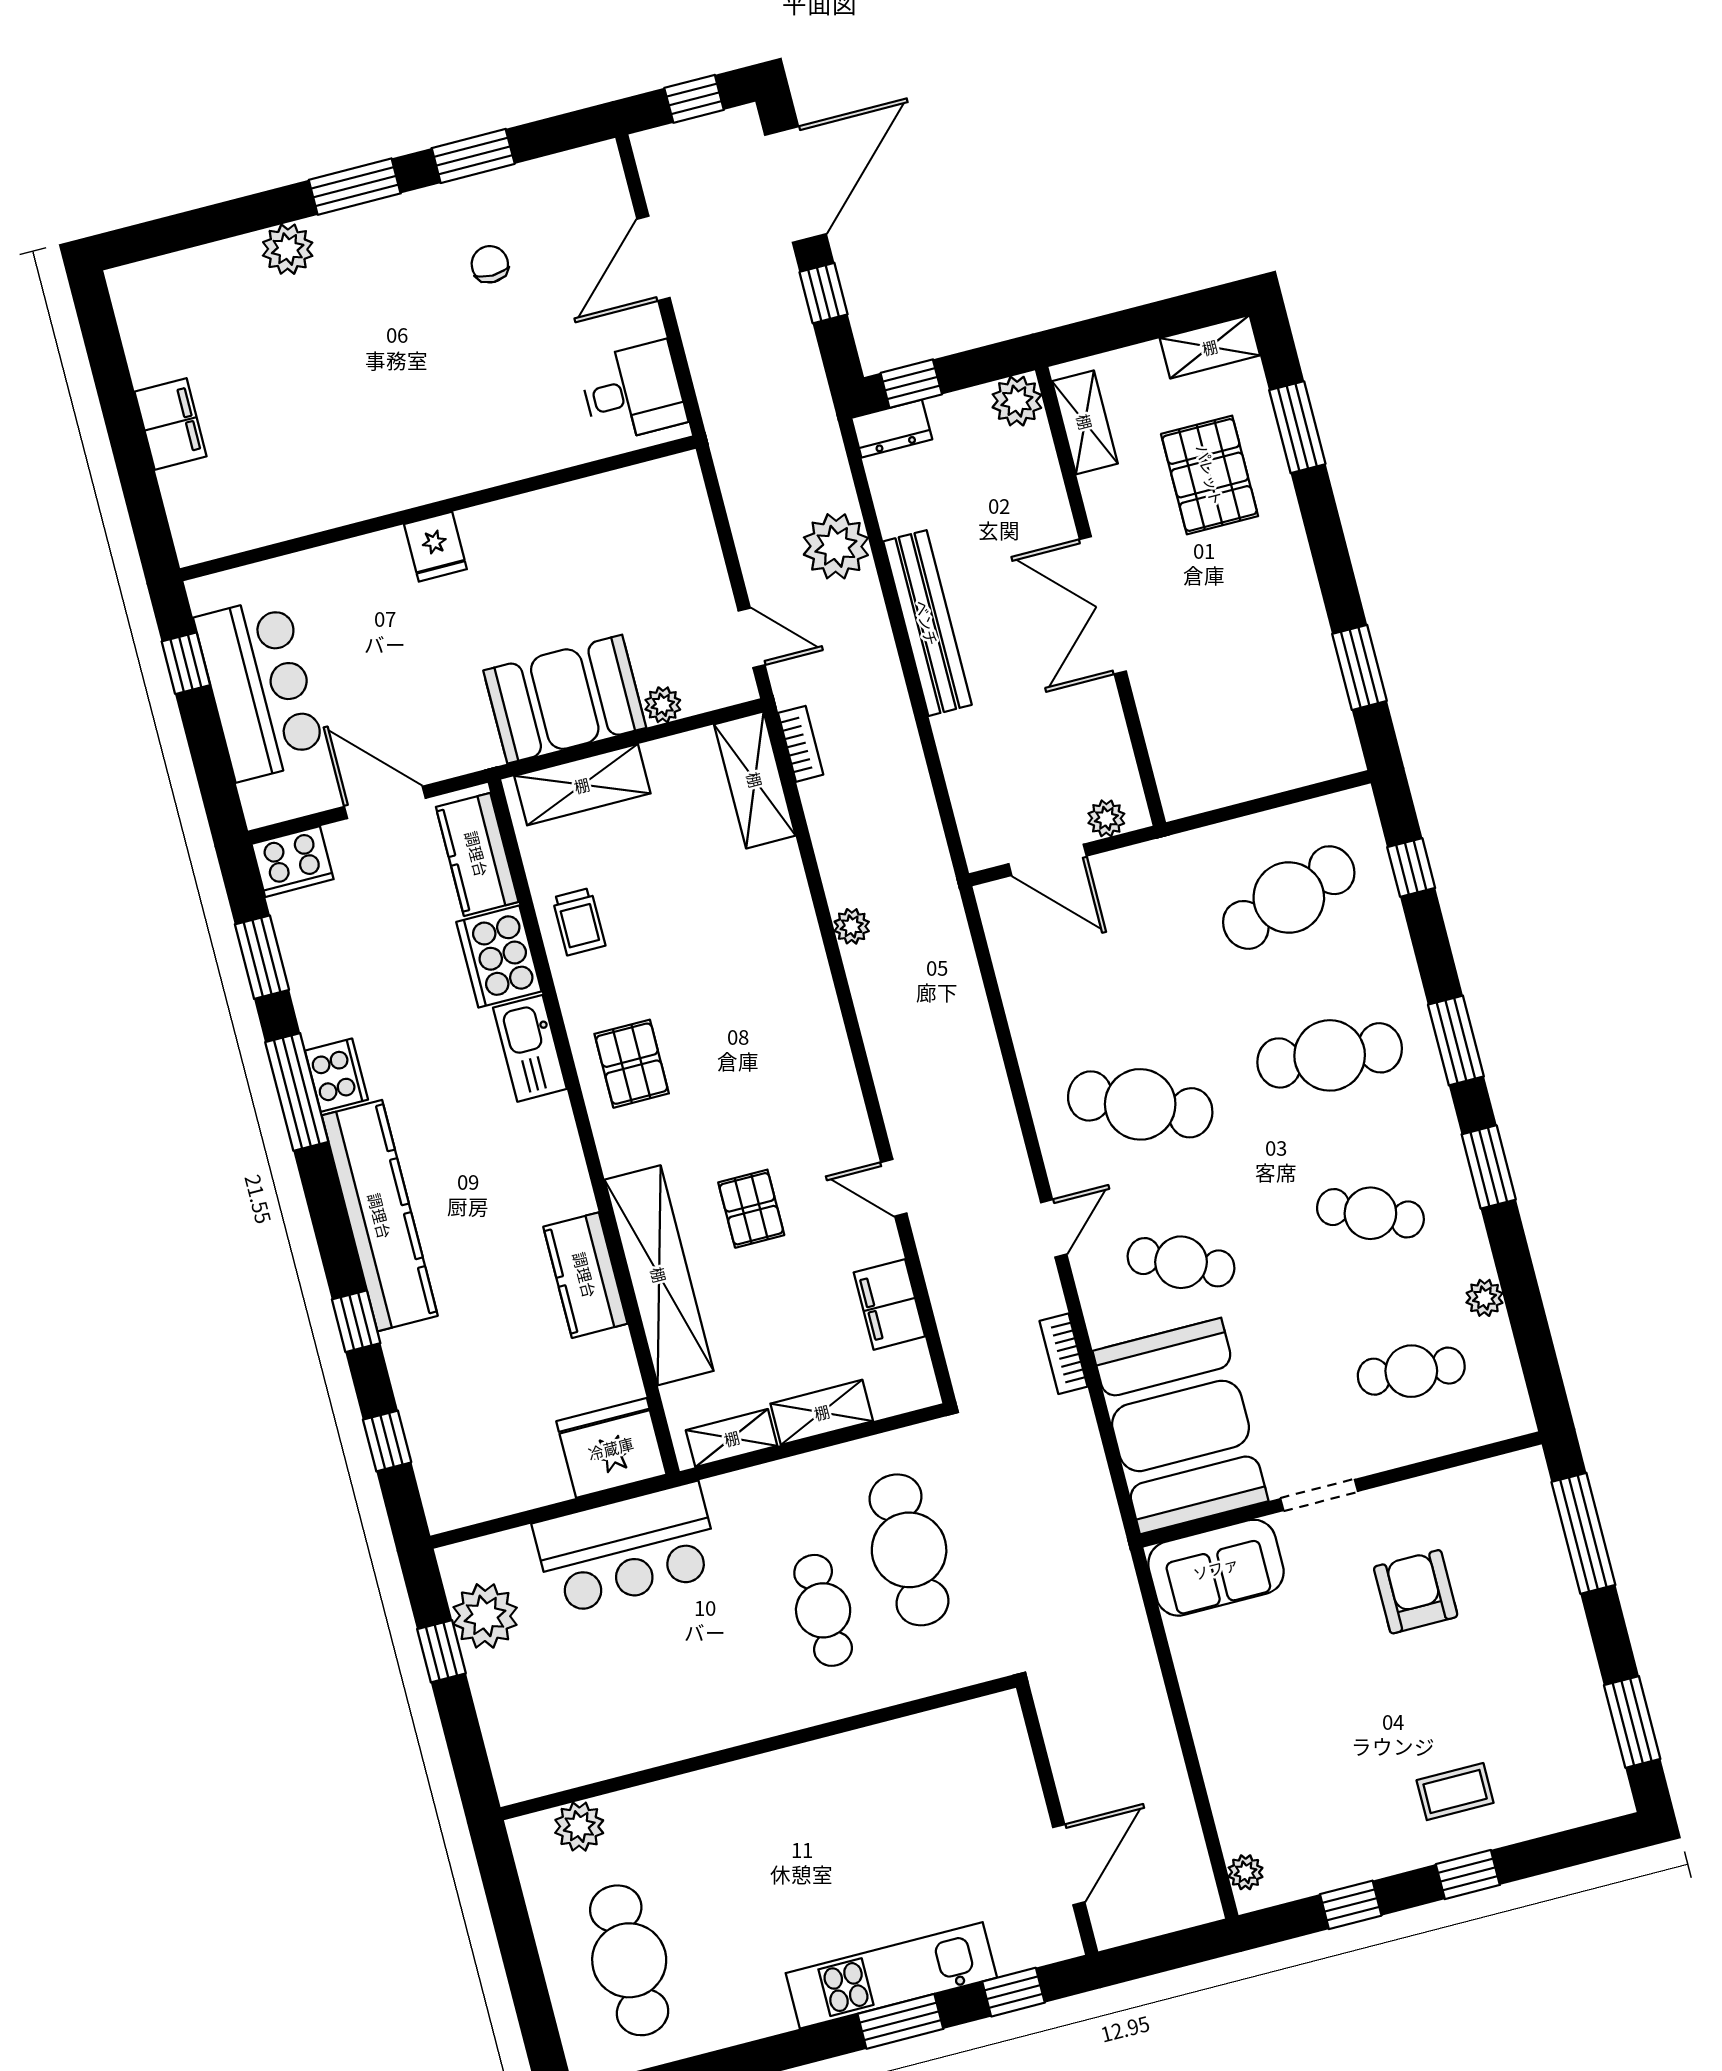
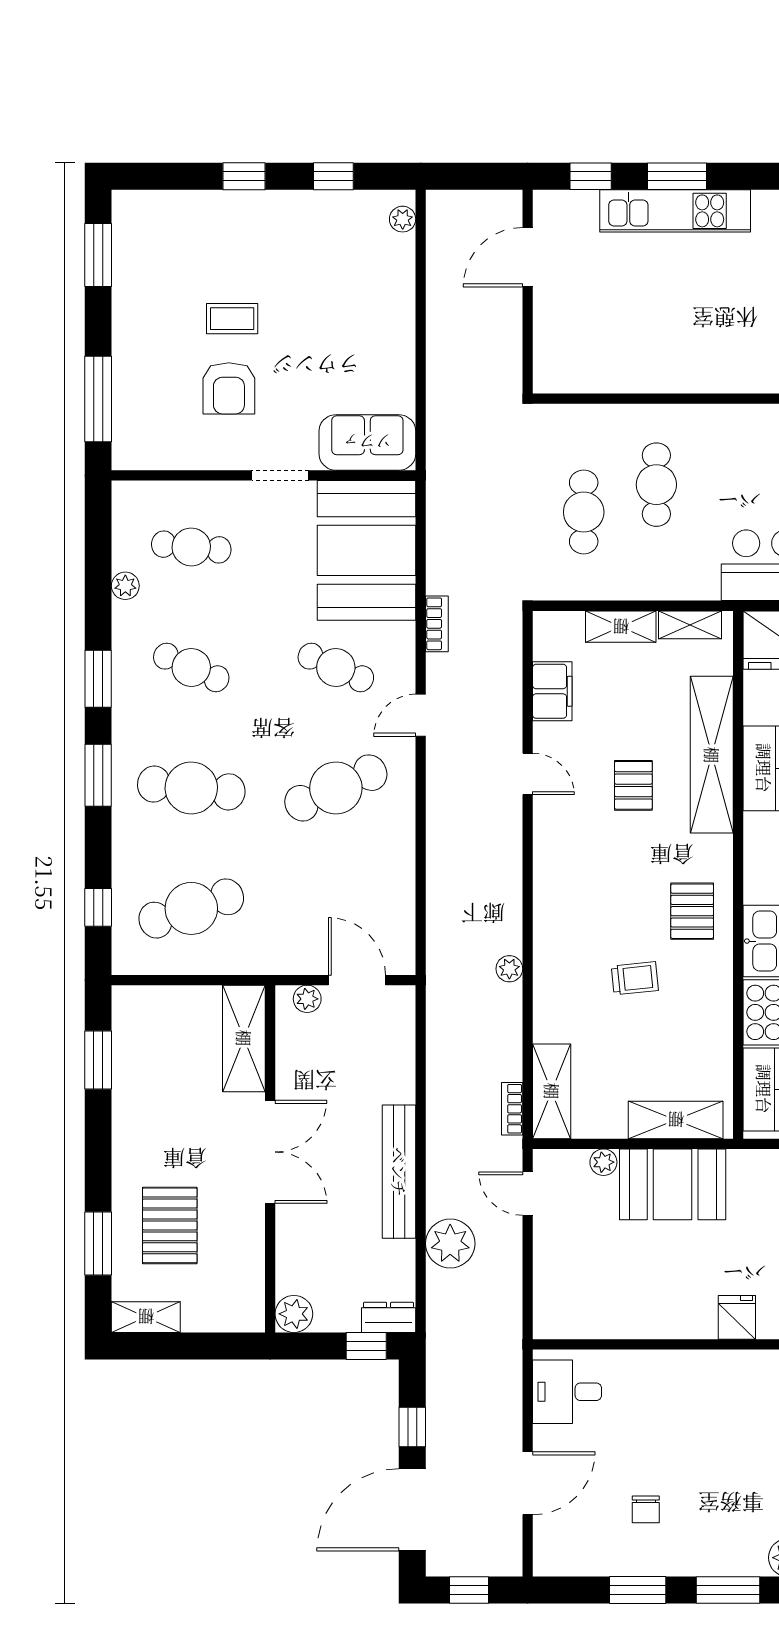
shelving: (1085, 422) -> (244, 1038), moved, width x1.50, depth x1.33
trolley: (579, 922) -> (635, 978), moved, turned 84
cafe table: (1140, 1104) -> (336, 788), turned -48
cafe table: (909, 1550) -> (584, 512), width x0.73, depth x0.74
coffee table: (1455, 1792) -> (232, 319), moved

